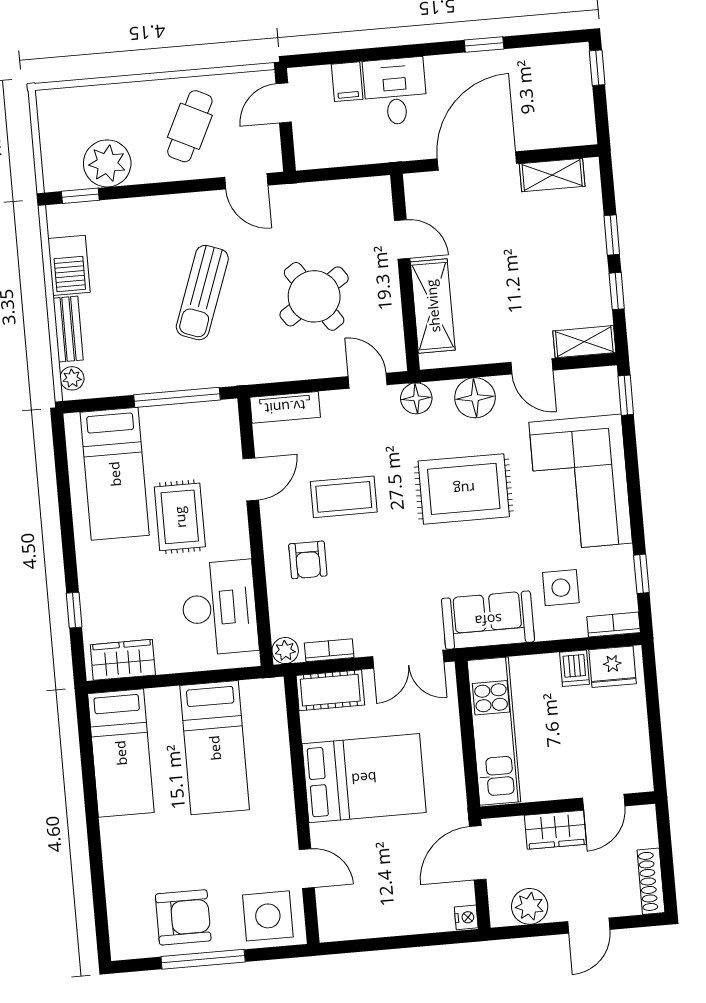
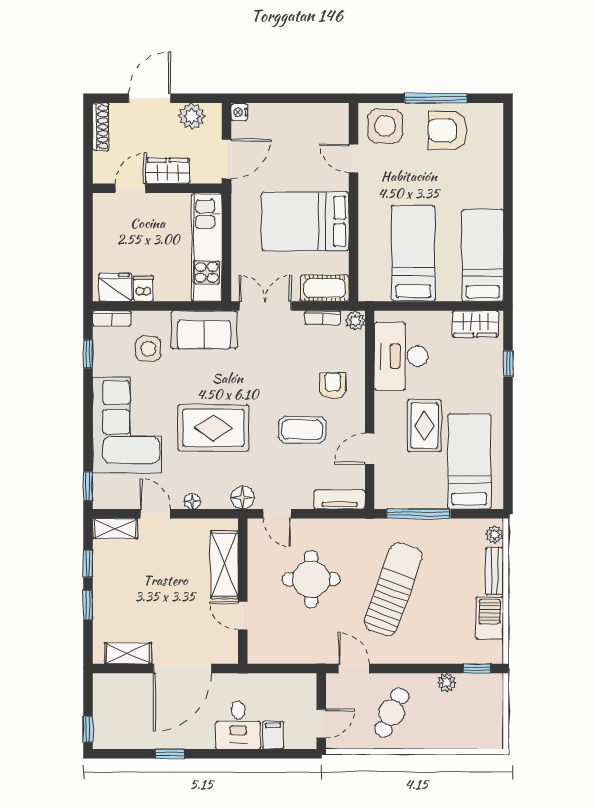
plant: (107, 163) -> (447, 682), width x0.53, depth x0.53
sun lounger: (202, 293) -> (393, 589), width x1.36, depth x1.34
round table: (314, 296) -> (311, 579), turned 34
floor lamp: (475, 398) -> (192, 501), width x0.53, depth x0.53
door: (589, 926) -> (149, 98), width x1.38

